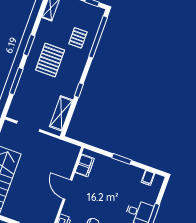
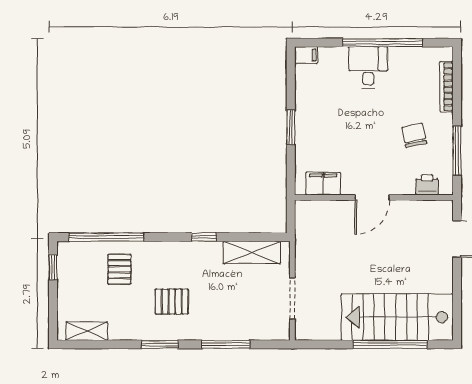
pallet: (78, 38) -> (119, 269), turned 90
pallet: (50, 60) -> (172, 302), width x0.67, depth x0.71
filing cabinet: (148, 178) -> (306, 55), moved

